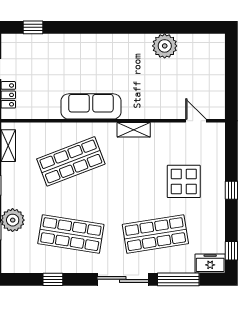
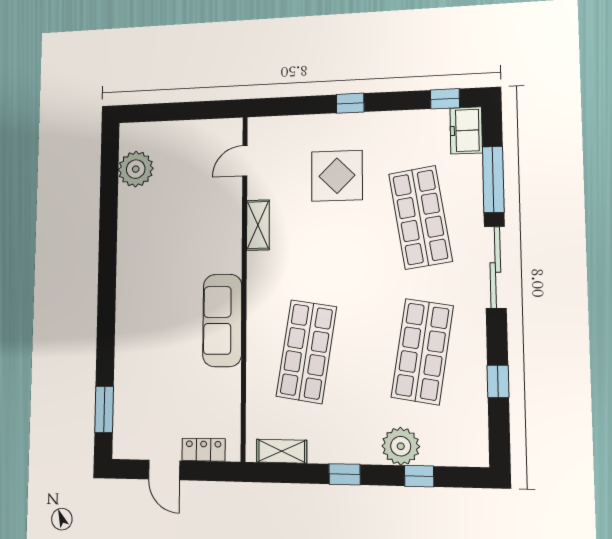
window: (33, 27) -> (104, 409), width x1.50
plant: (165, 46) -> (136, 169), moved
shelving: (134, 130) -> (258, 225), moved
shop shelf: (71, 161) -> (306, 352), turned 30

